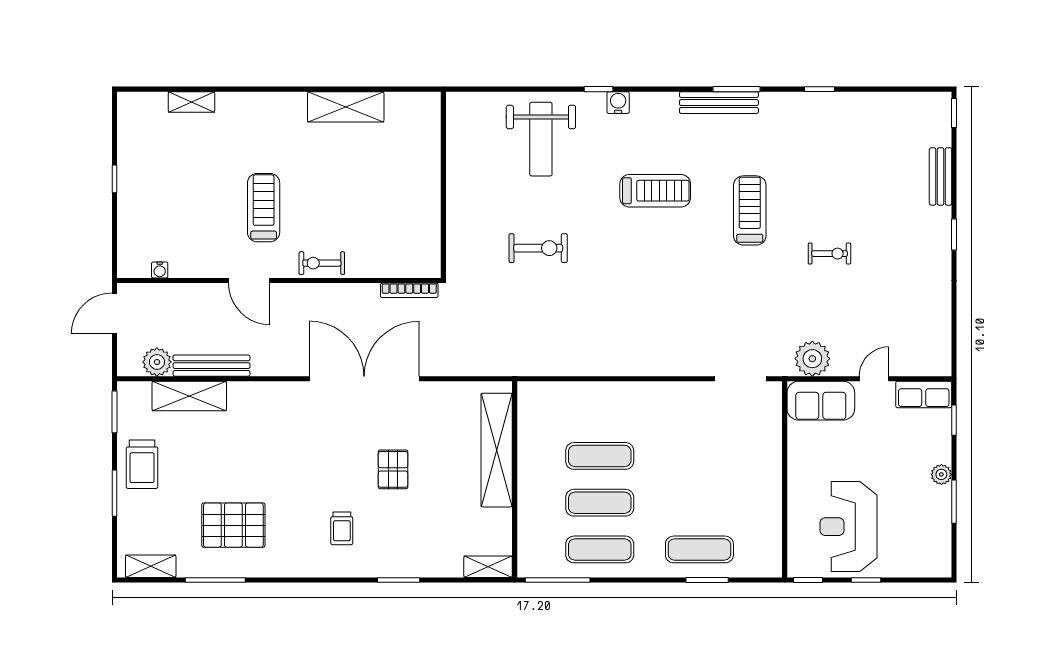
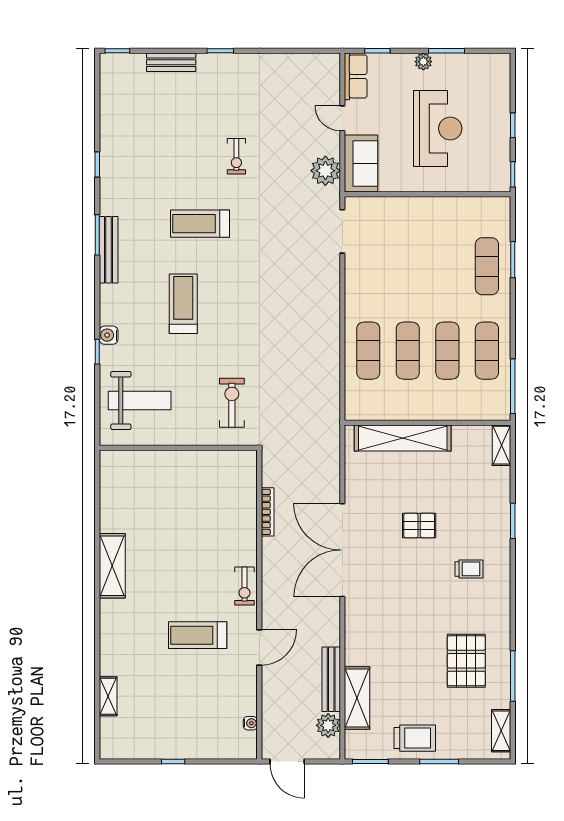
wall: (443, 185) -> (178, 448), moved
exercise bike: (830, 254) -> (236, 156), turned 180
exercise mat: (600, 409) -> (368, 351), added
reception desk: (848, 527) -> (438, 128), moved, turned -90

